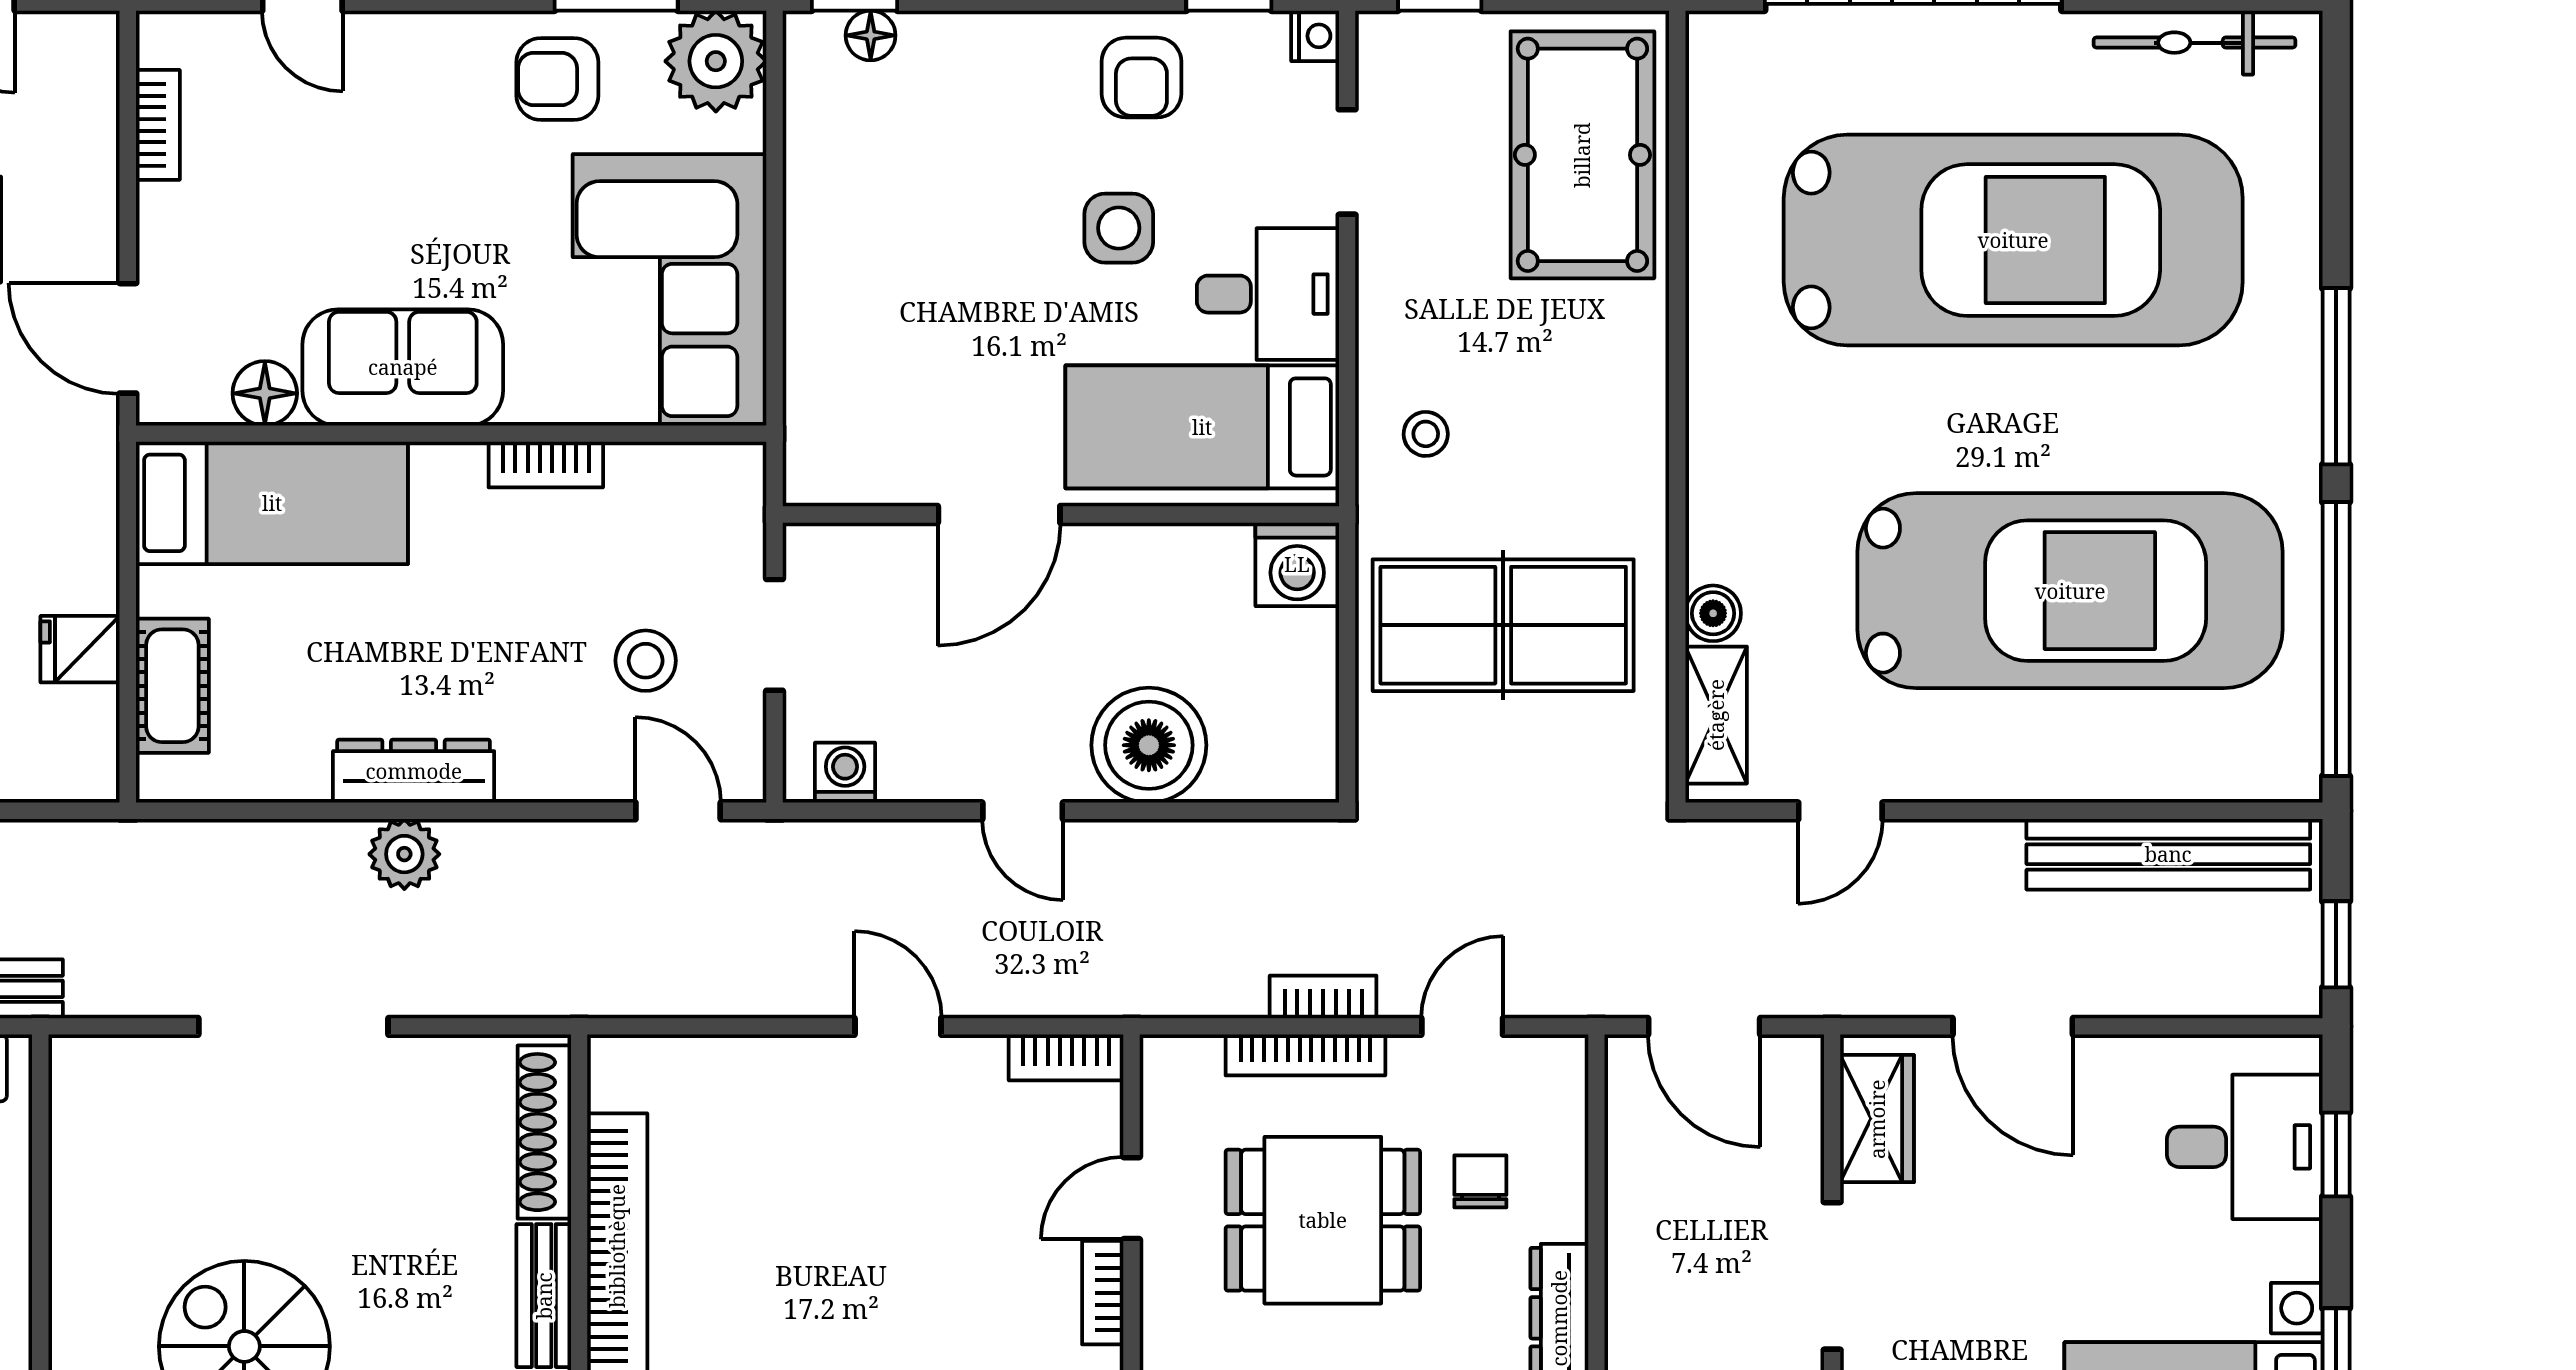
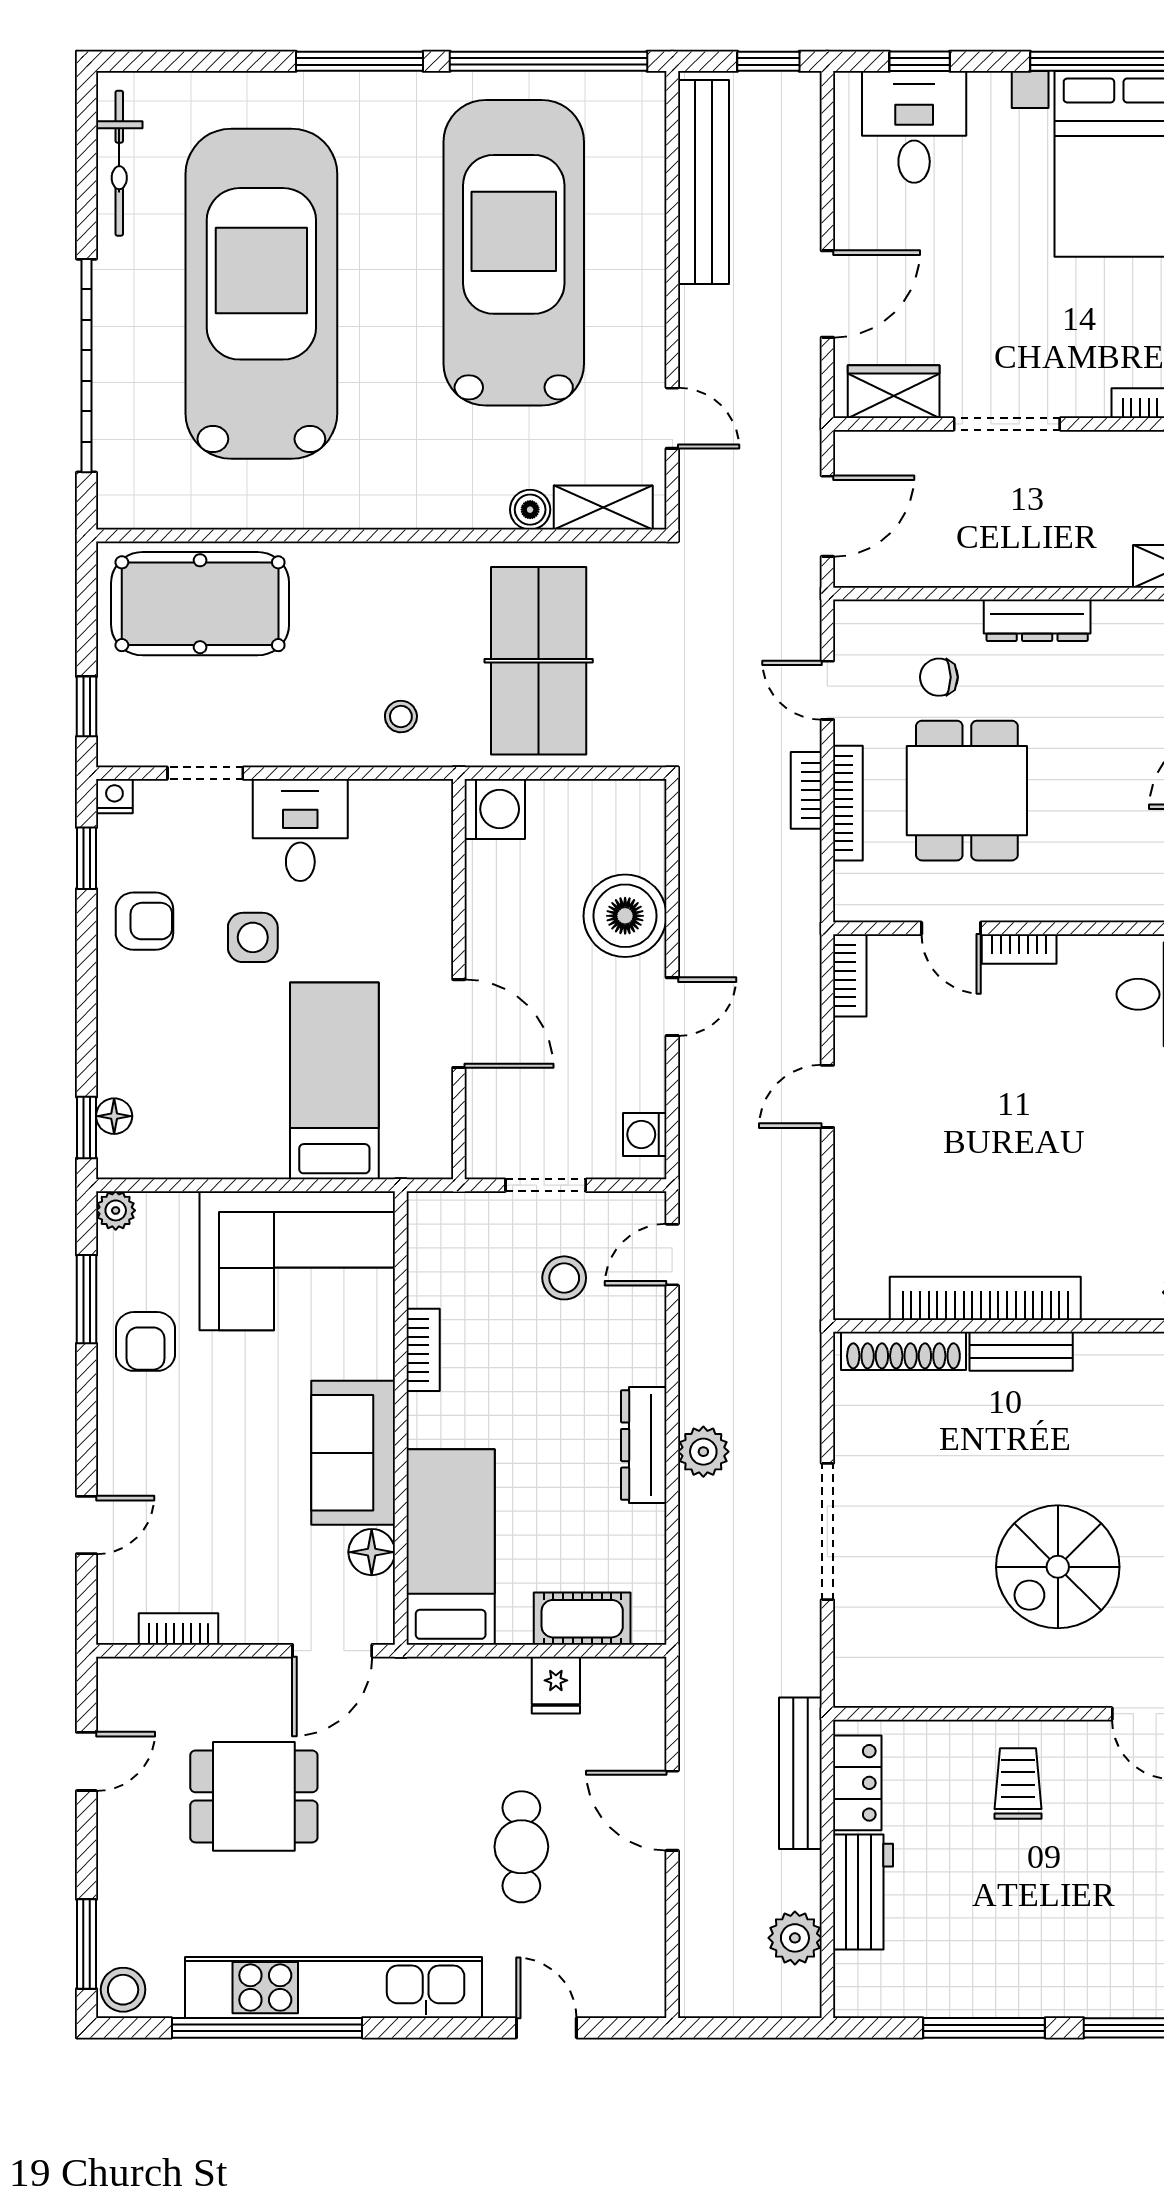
plant: (716, 61) -> (116, 1210), width x0.53, depth x0.53
bed: (1202, 427) -> (334, 1081), moved, turned 180

